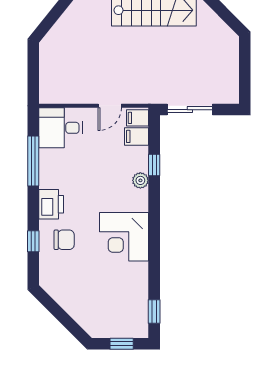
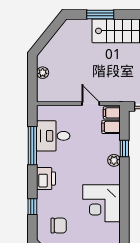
plant: (47, 65) -> (43, 73), added
door: (110, 106) -> (91, 104), swing flipped
desk: (61, 128) -> (53, 136), moved
chair: (64, 240) -> (59, 226), moved

